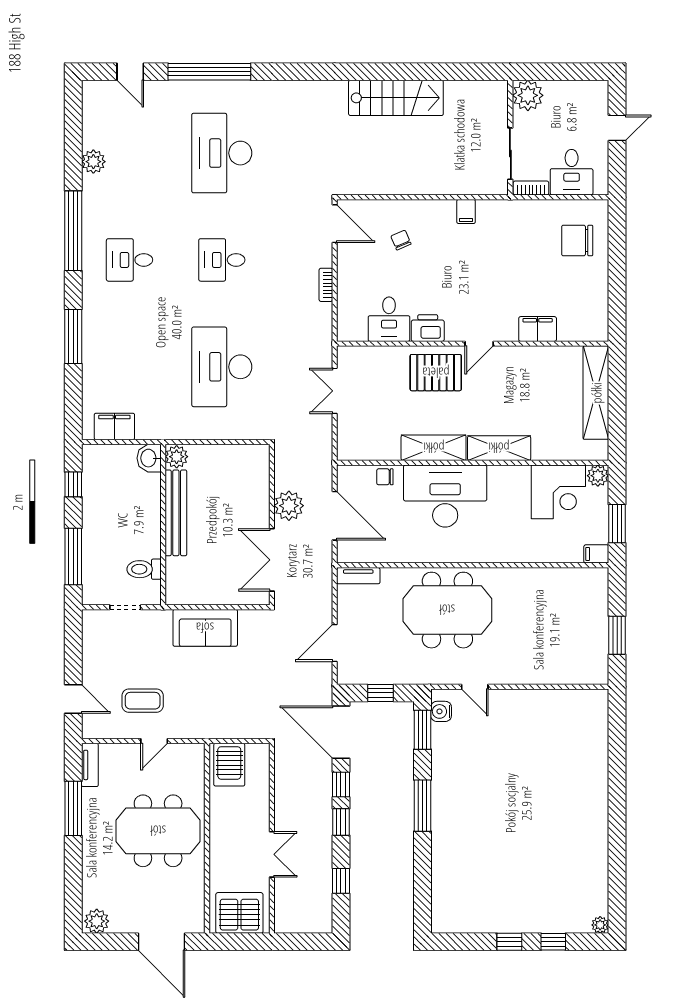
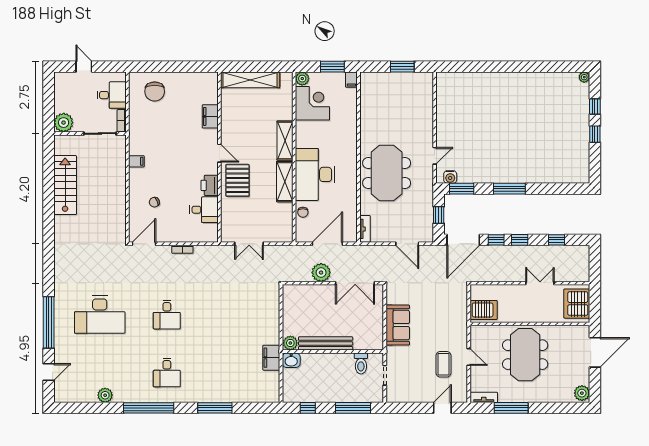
stairs: (396, 98) -> (65, 185), moved
desk: (222, 367) -> (234, 315), removed
filing cabinet: (114, 426) -> (271, 358), moved

